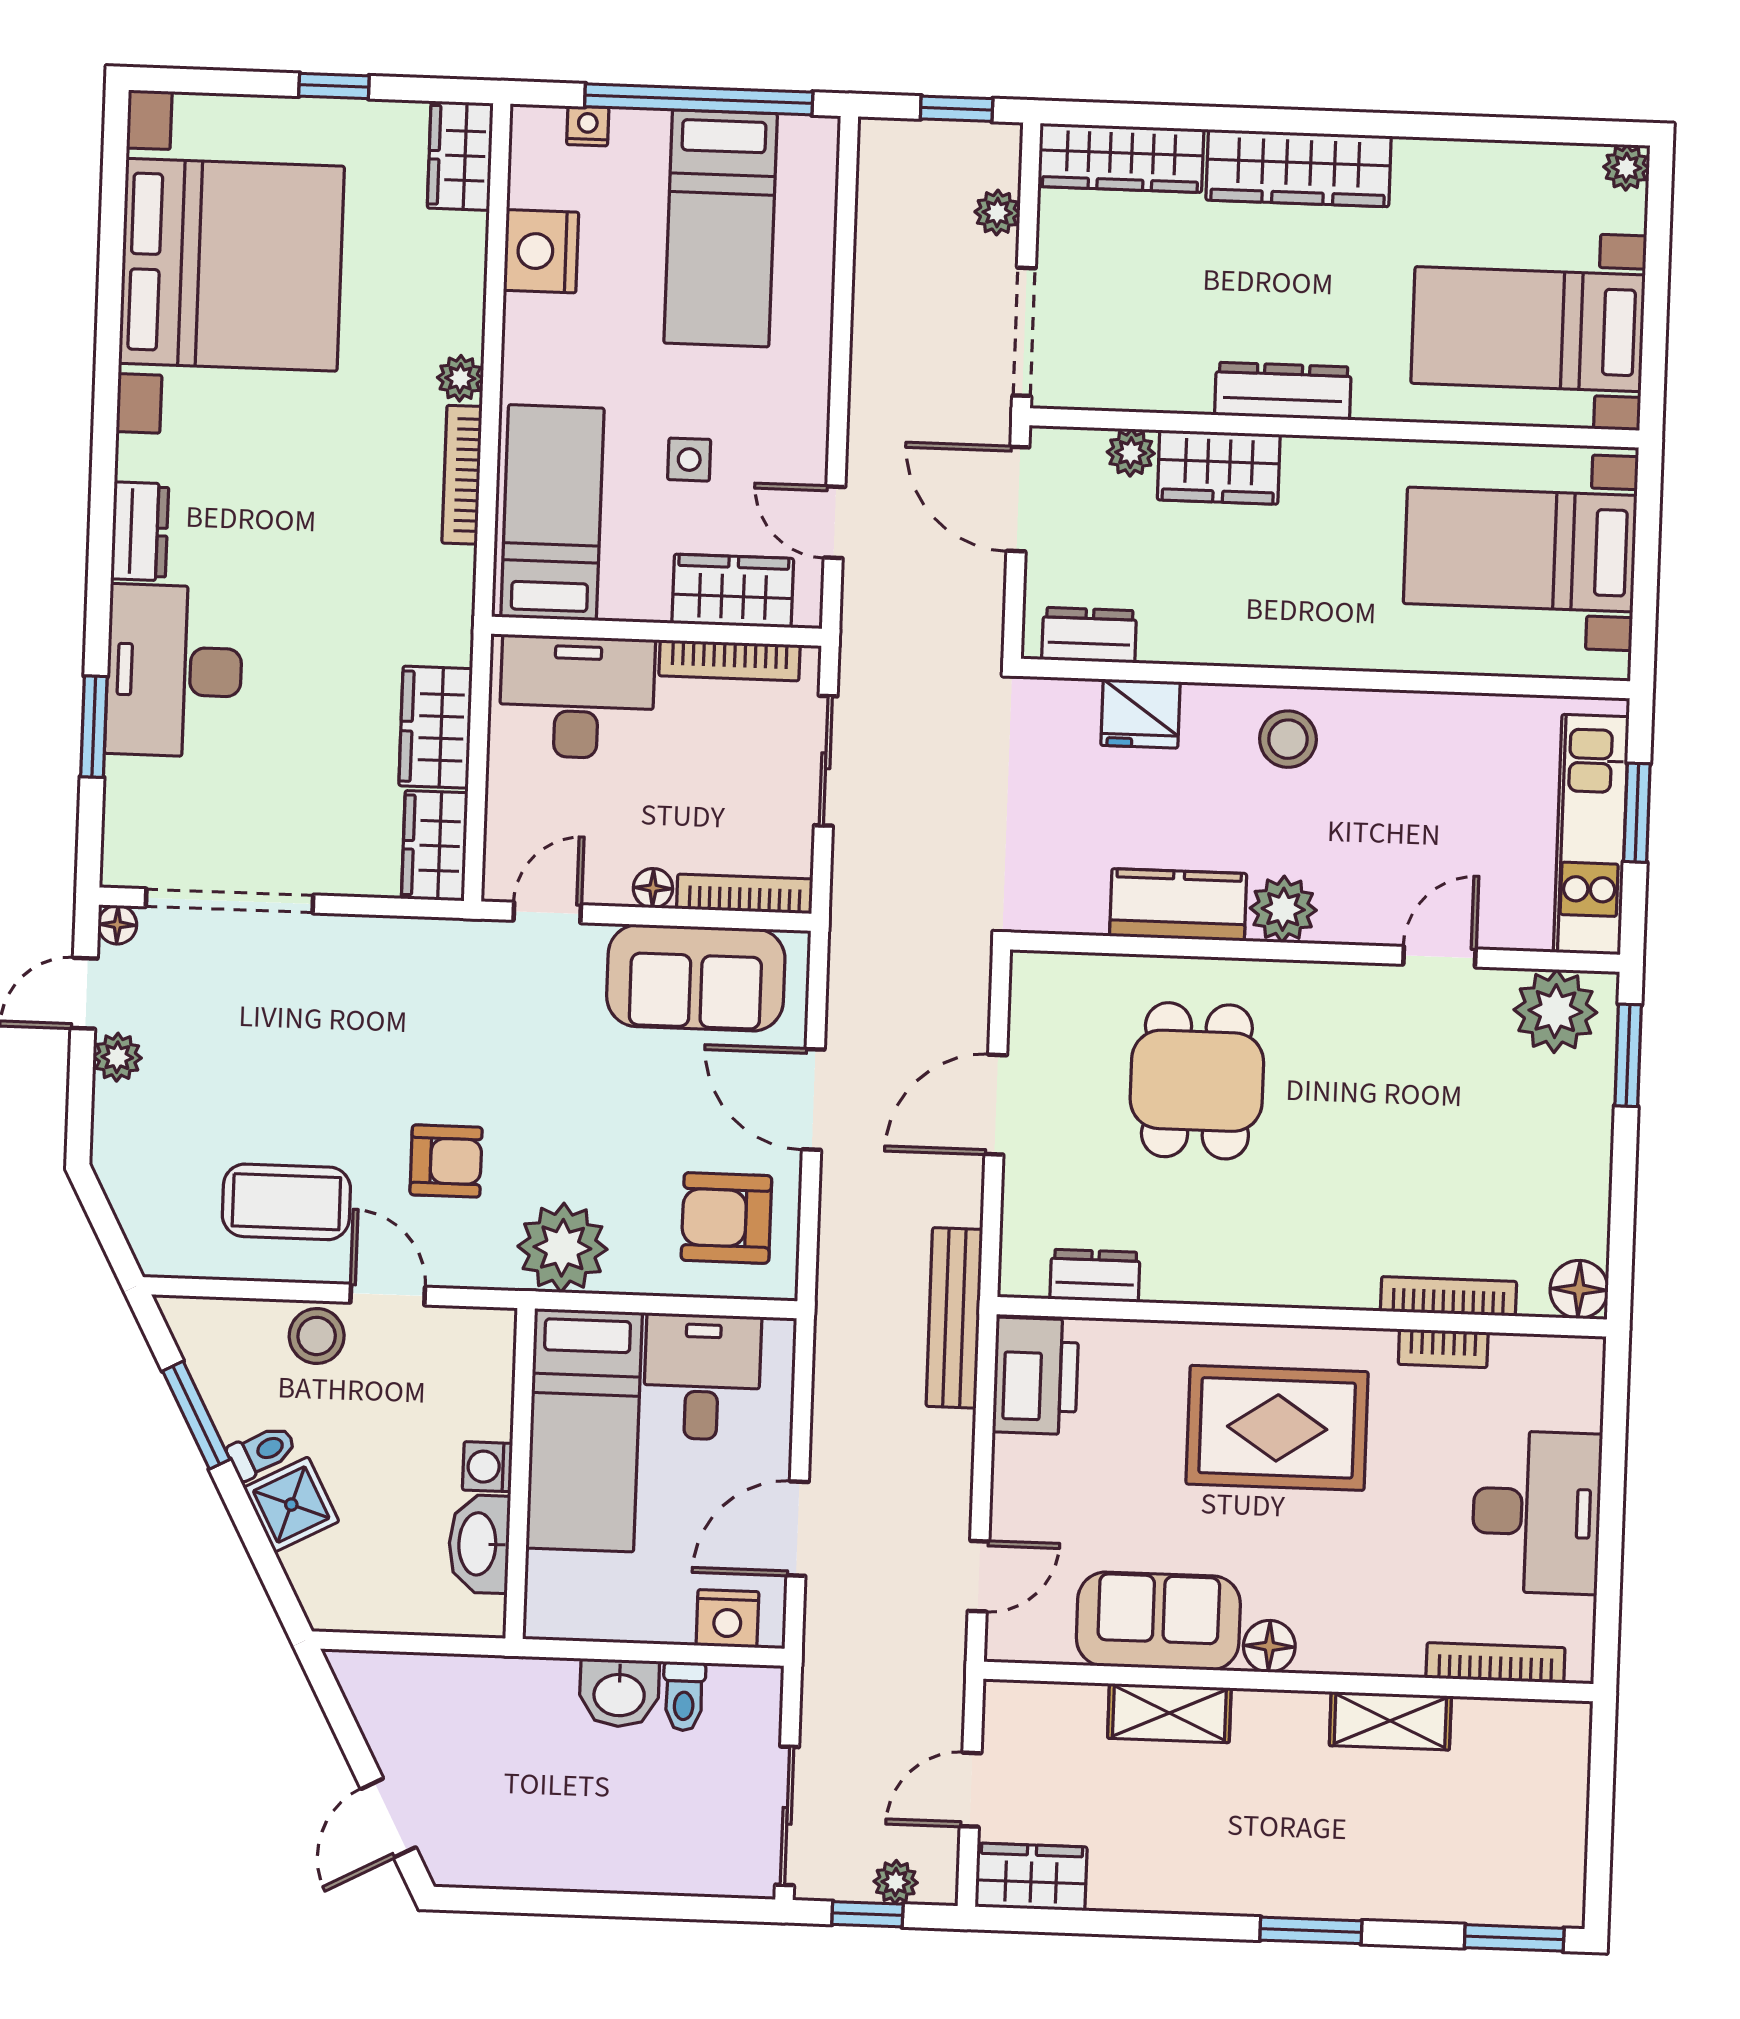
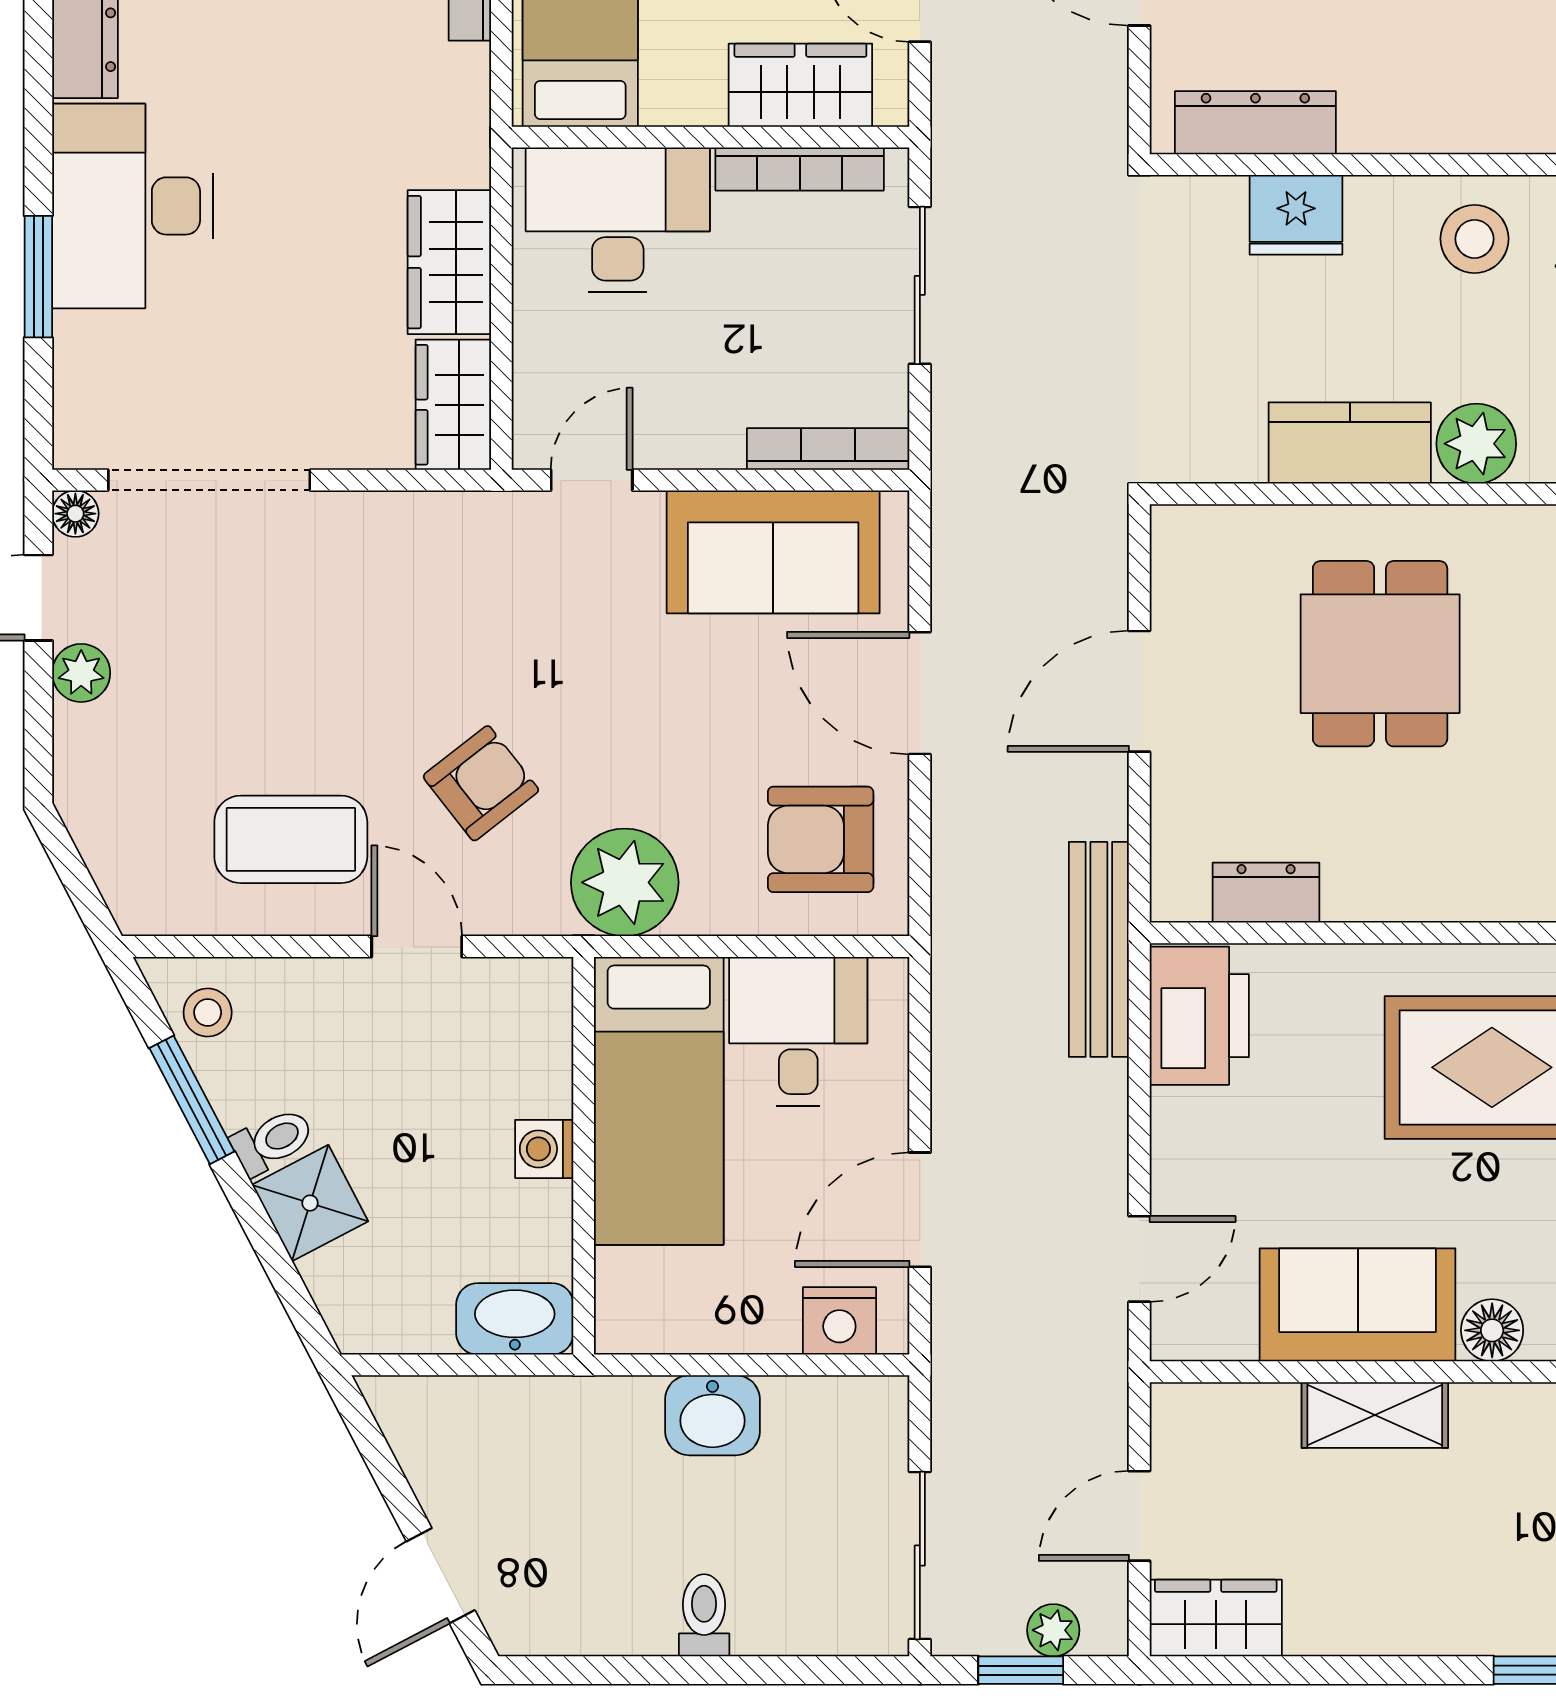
dresser: (1089, 635) -> (1255, 123), width x1.44
floor lamp: (653, 888) -> (718, 446), removed
armchair: (446, 1161) -> (481, 783), turned -38
stool: (317, 1336) -> (208, 1012), moved, width x0.73, depth x0.73
washbasin: (479, 1544) -> (515, 1319), moved, turned 90
toilet: (684, 1696) -> (704, 1615), moved, turned 180

